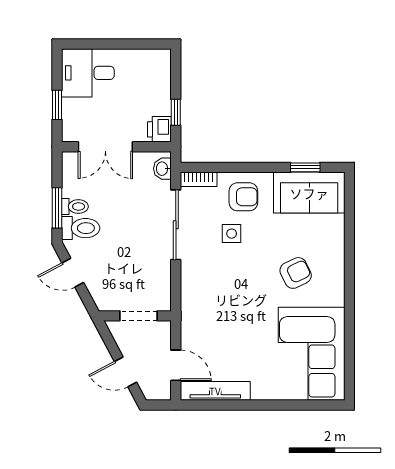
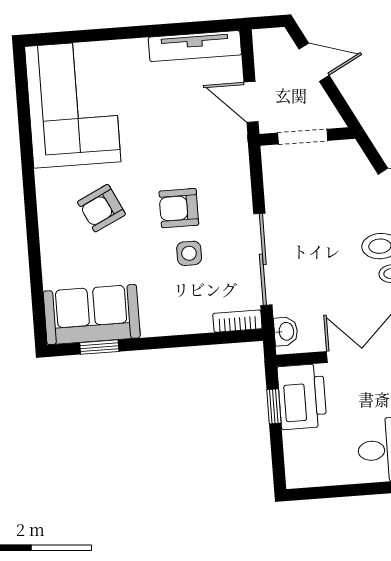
printer: (159, 129) -> (302, 397), width x1.87, depth x1.48
armchair: (243, 197) -> (179, 208), moved
door: (176, 365) -> (251, 102), moved

